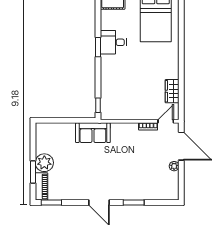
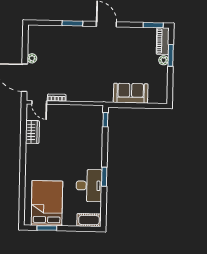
desk: (113, 42) -> (89, 186), width x1.37
door: (166, 121) -> (39, 102), hinge flipped
sofa: (93, 133) -> (131, 93), moved
plant: (44, 163) -> (164, 60), width x0.53, depth x0.53

